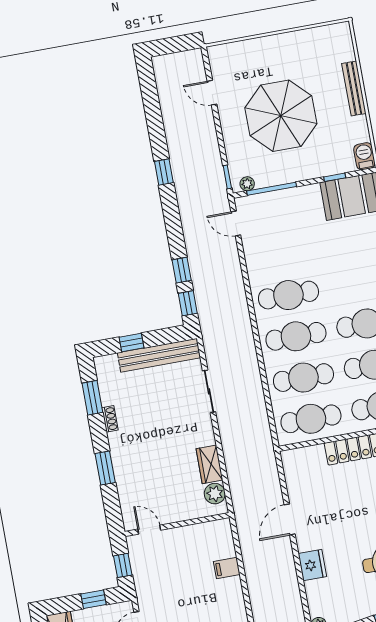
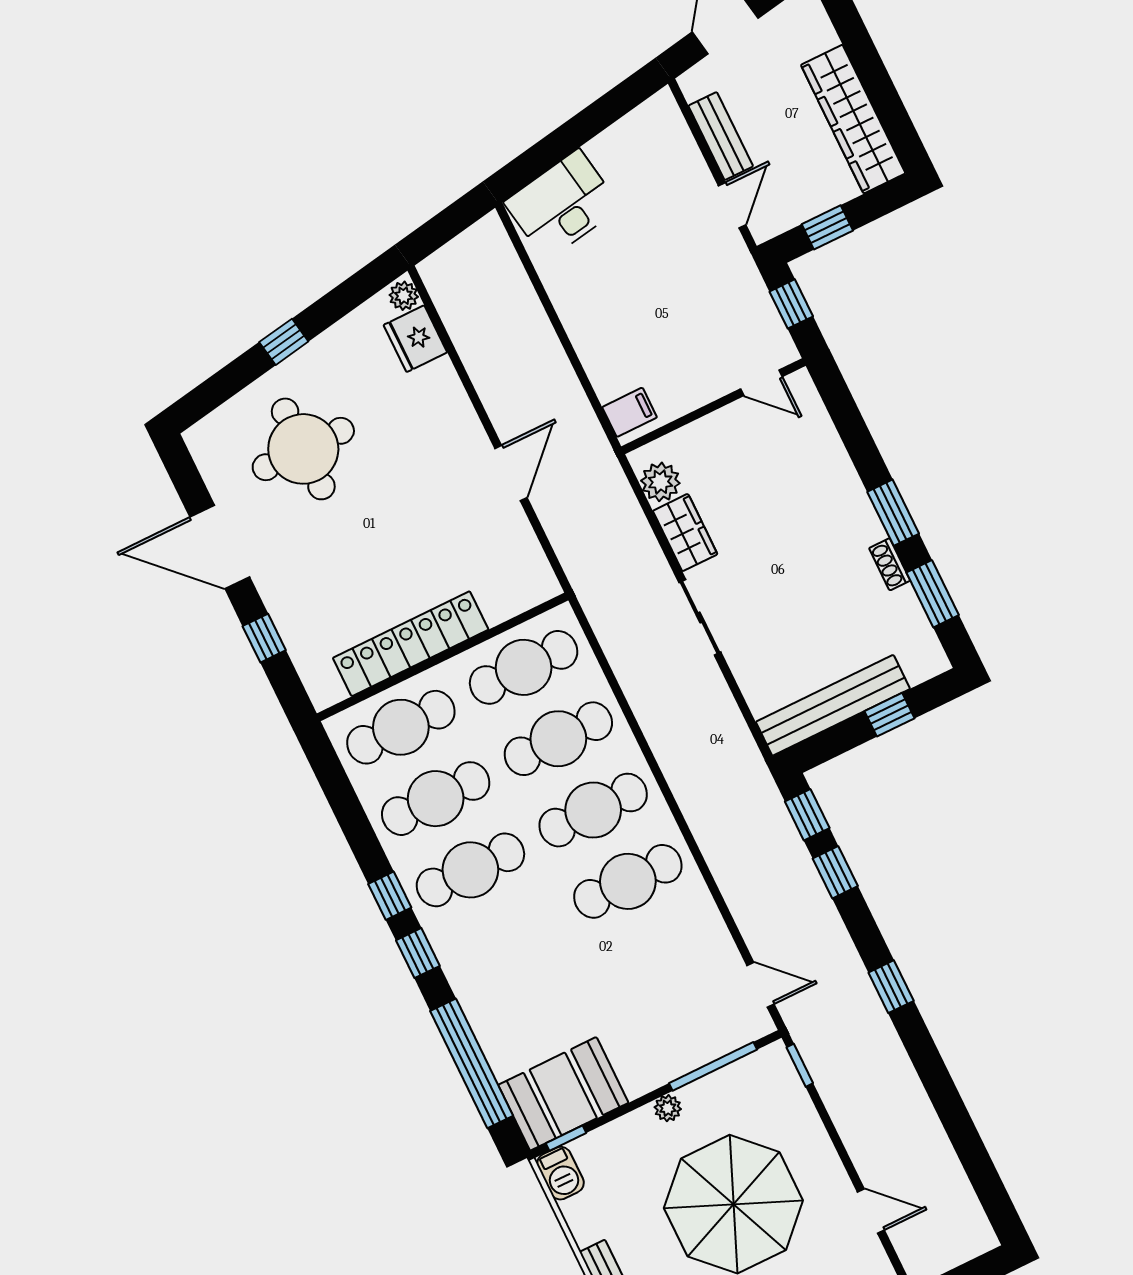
window: (164, 172) -> (891, 987), moved
window: (335, 177) -> (566, 1138), moved
plant: (247, 184) -> (668, 1108), moved
sliding door: (209, 391) -> (700, 617), moved
window: (105, 468) -> (893, 513), moved
fridge: (312, 565) -> (415, 339), moved
filing cabinet: (227, 568) -> (630, 412), moved

